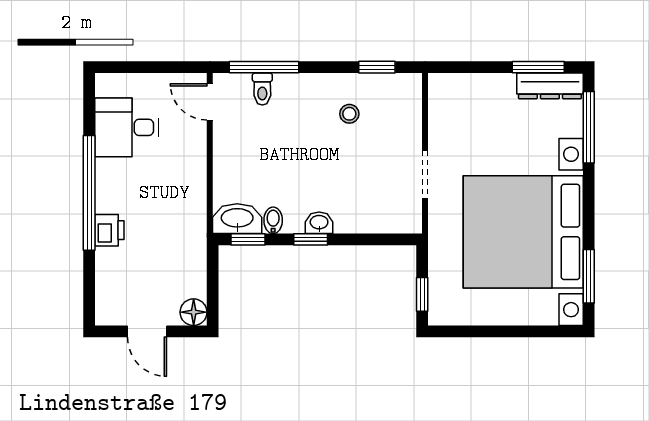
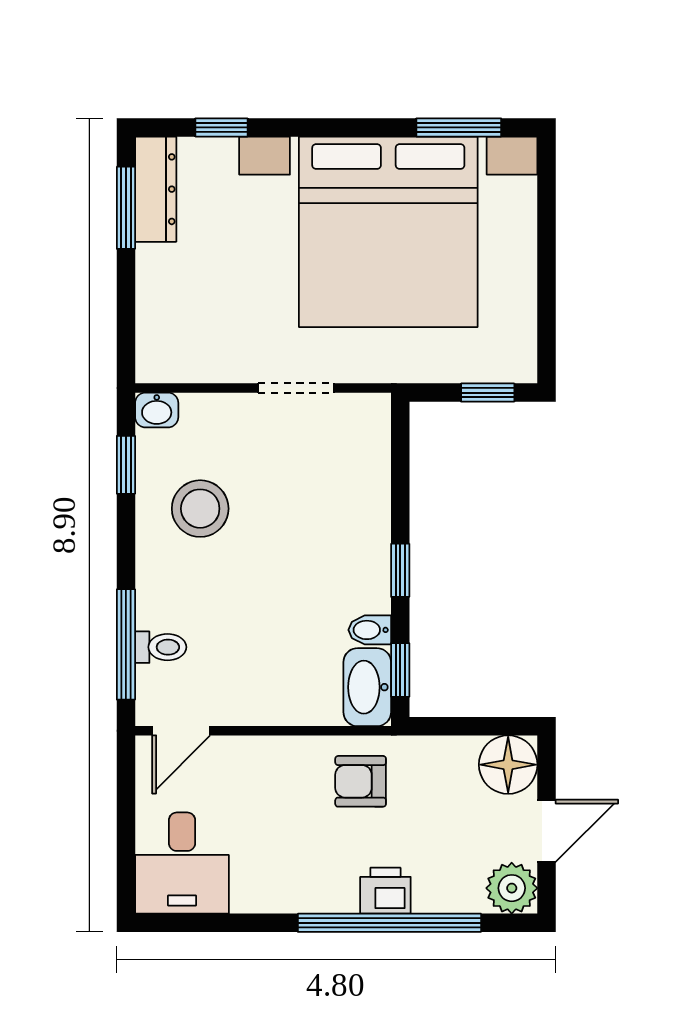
stool: (349, 114) -> (200, 509), width x1.89, depth x1.89
desk: (127, 127) -> (182, 863), moved
window: (589, 127) -> (221, 127), width x0.46
window: (89, 193) -> (389, 923), moved
armchair: (178, 215) -> (361, 781), added
washbasin: (319, 223) -> (157, 410), moved, turned -90
plant: (111, 309) -> (512, 888), added
floor lamp: (194, 312) -> (508, 765), width x1.38, depth x1.38

